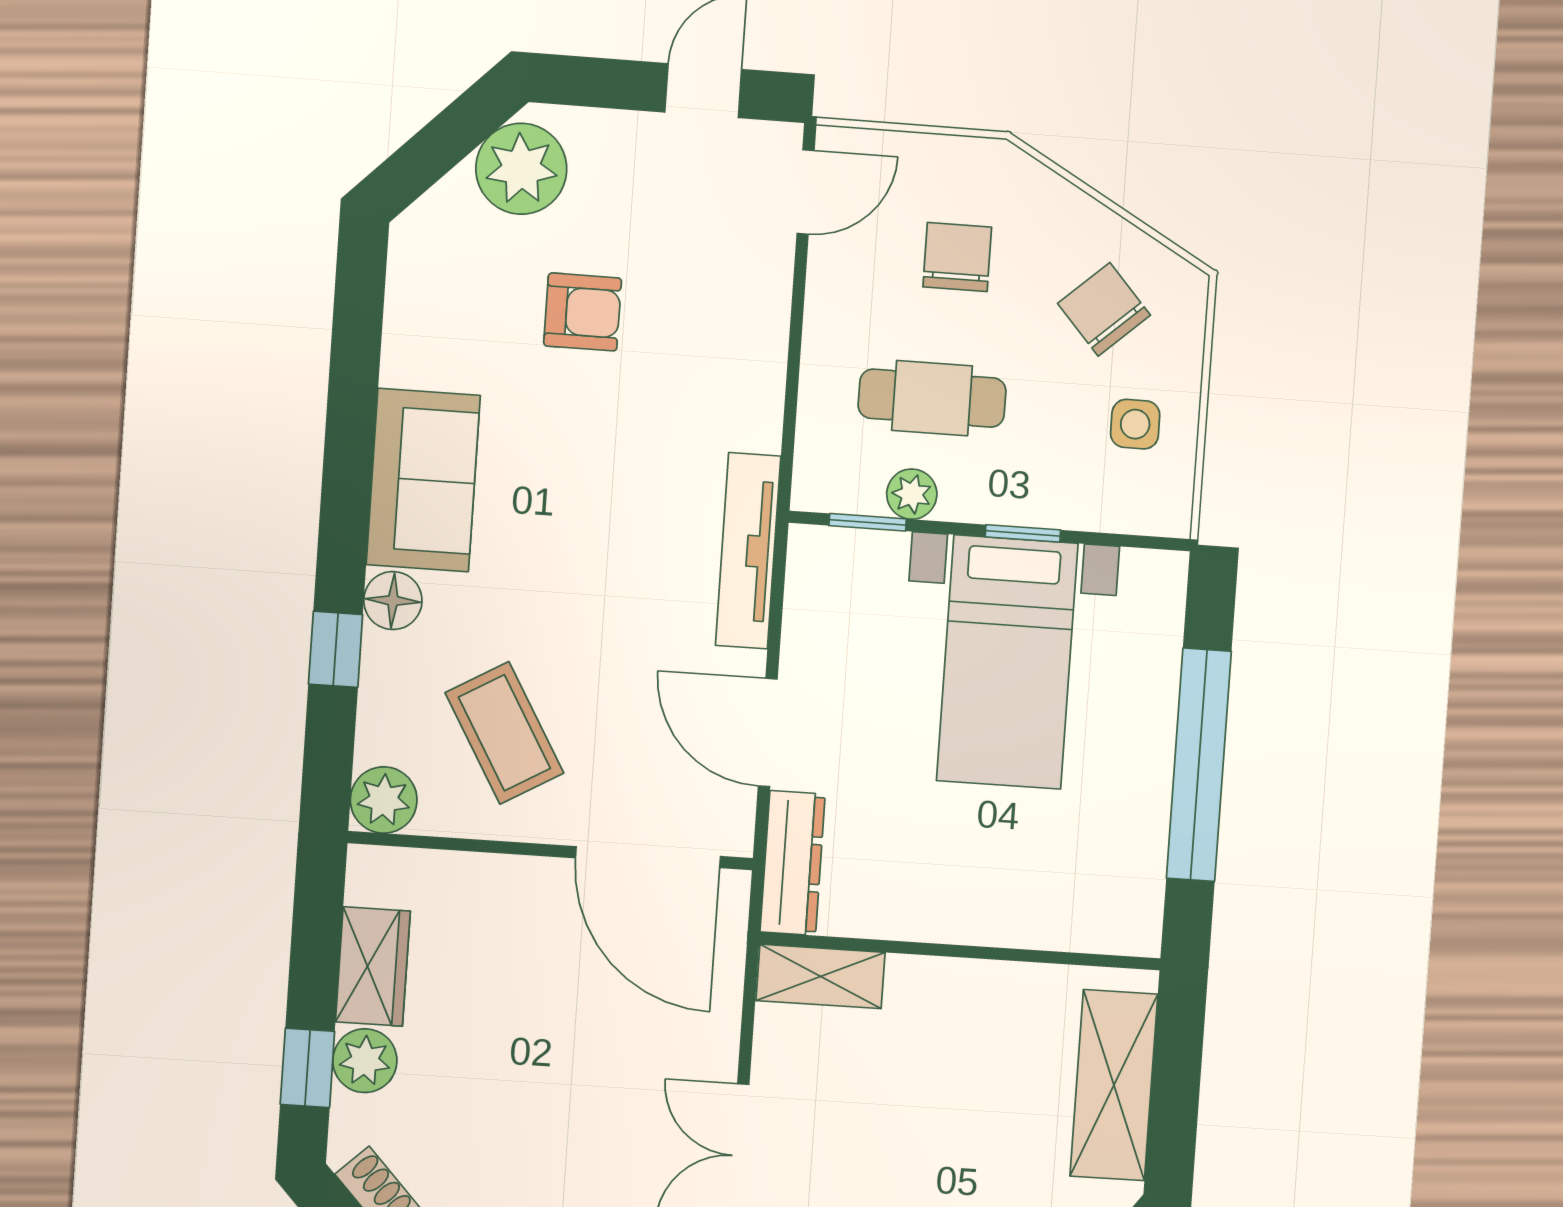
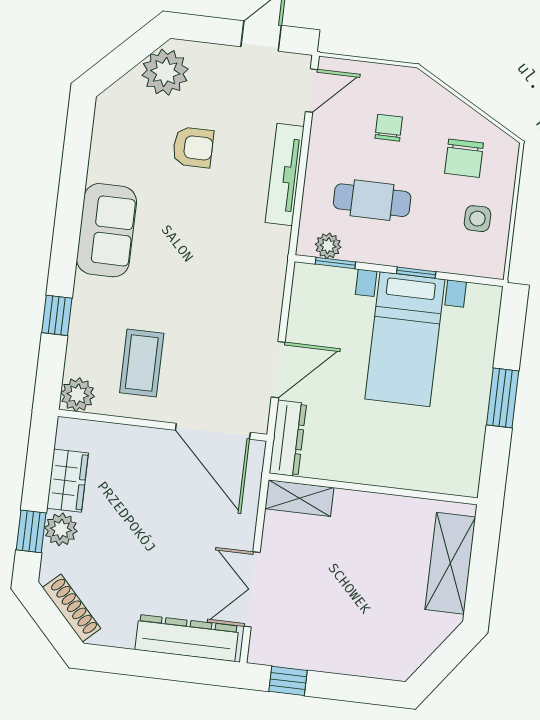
chair: (957, 257) -> (389, 128), width x0.73, depth x0.73
chair: (1104, 309) -> (464, 158), turned -138
plant: (912, 494) -> (328, 246), moved
tv unit: (748, 551) -> (285, 174), moved
floor lamp: (393, 601) -> (88, 292), removed
door: (768, 732) -> (278, 370), swing flipped
coffee table: (504, 733) -> (142, 363), turned 30
window: (1199, 765) -> (503, 398), width x0.47

